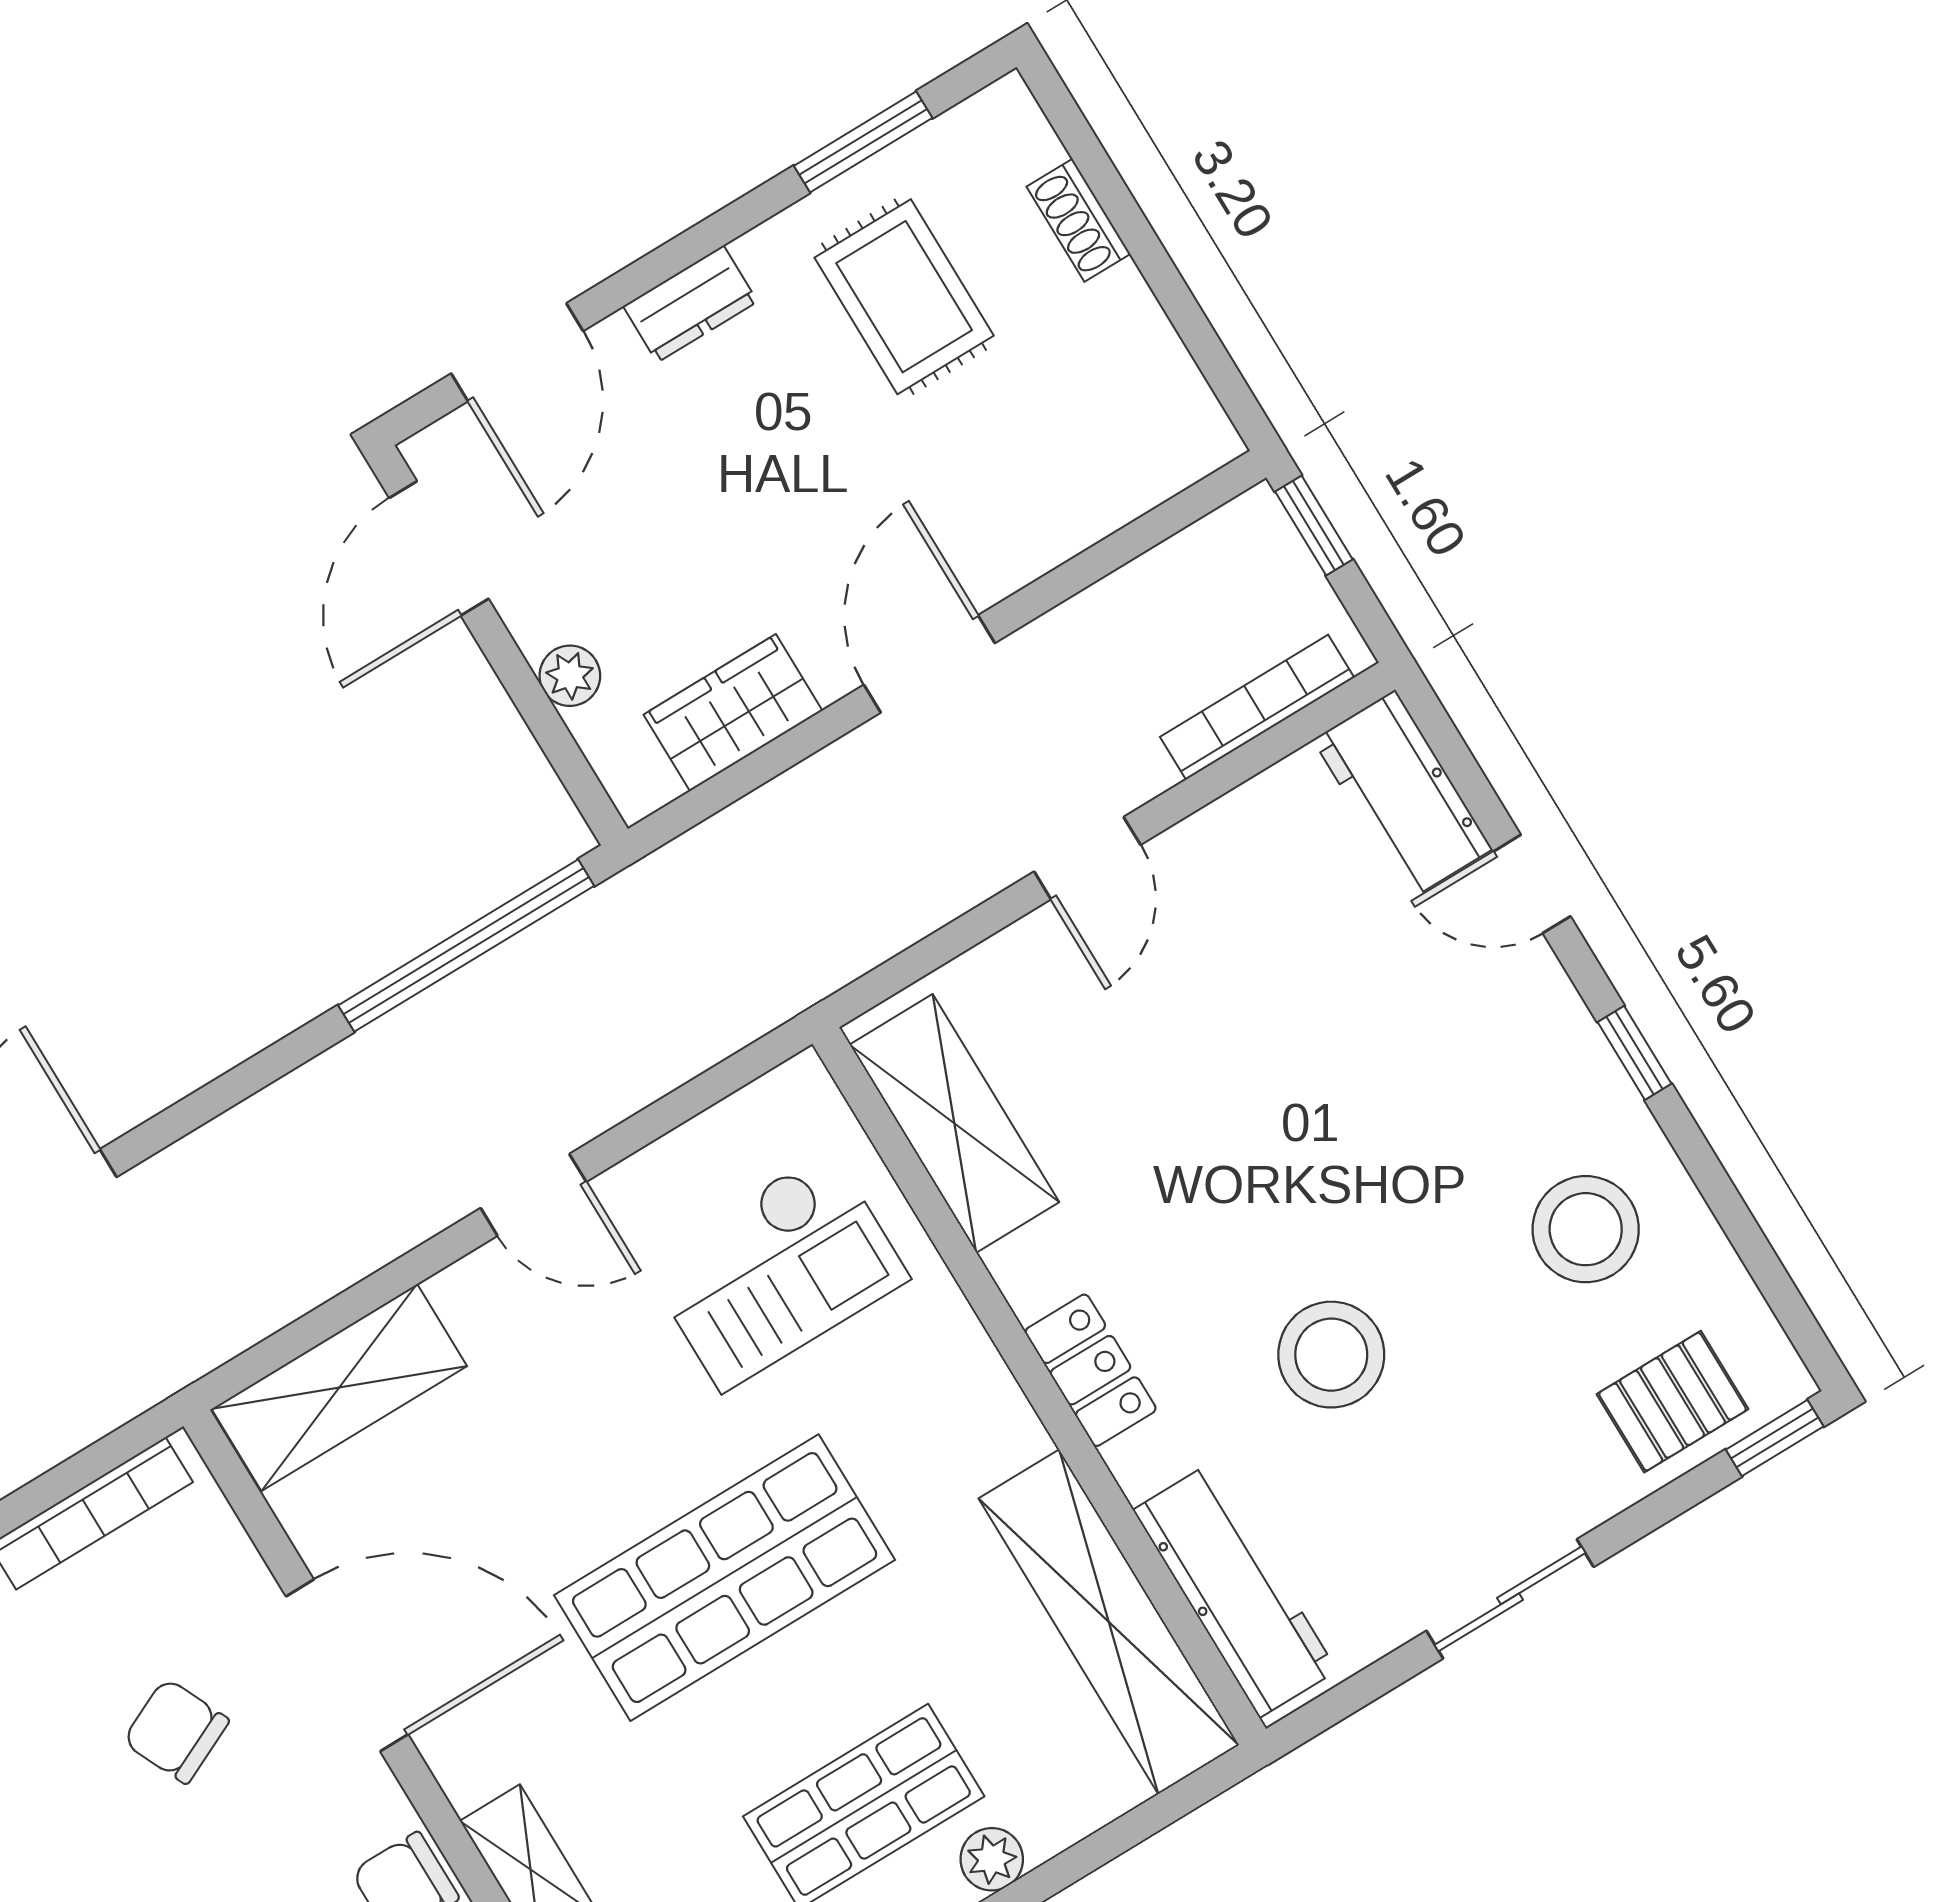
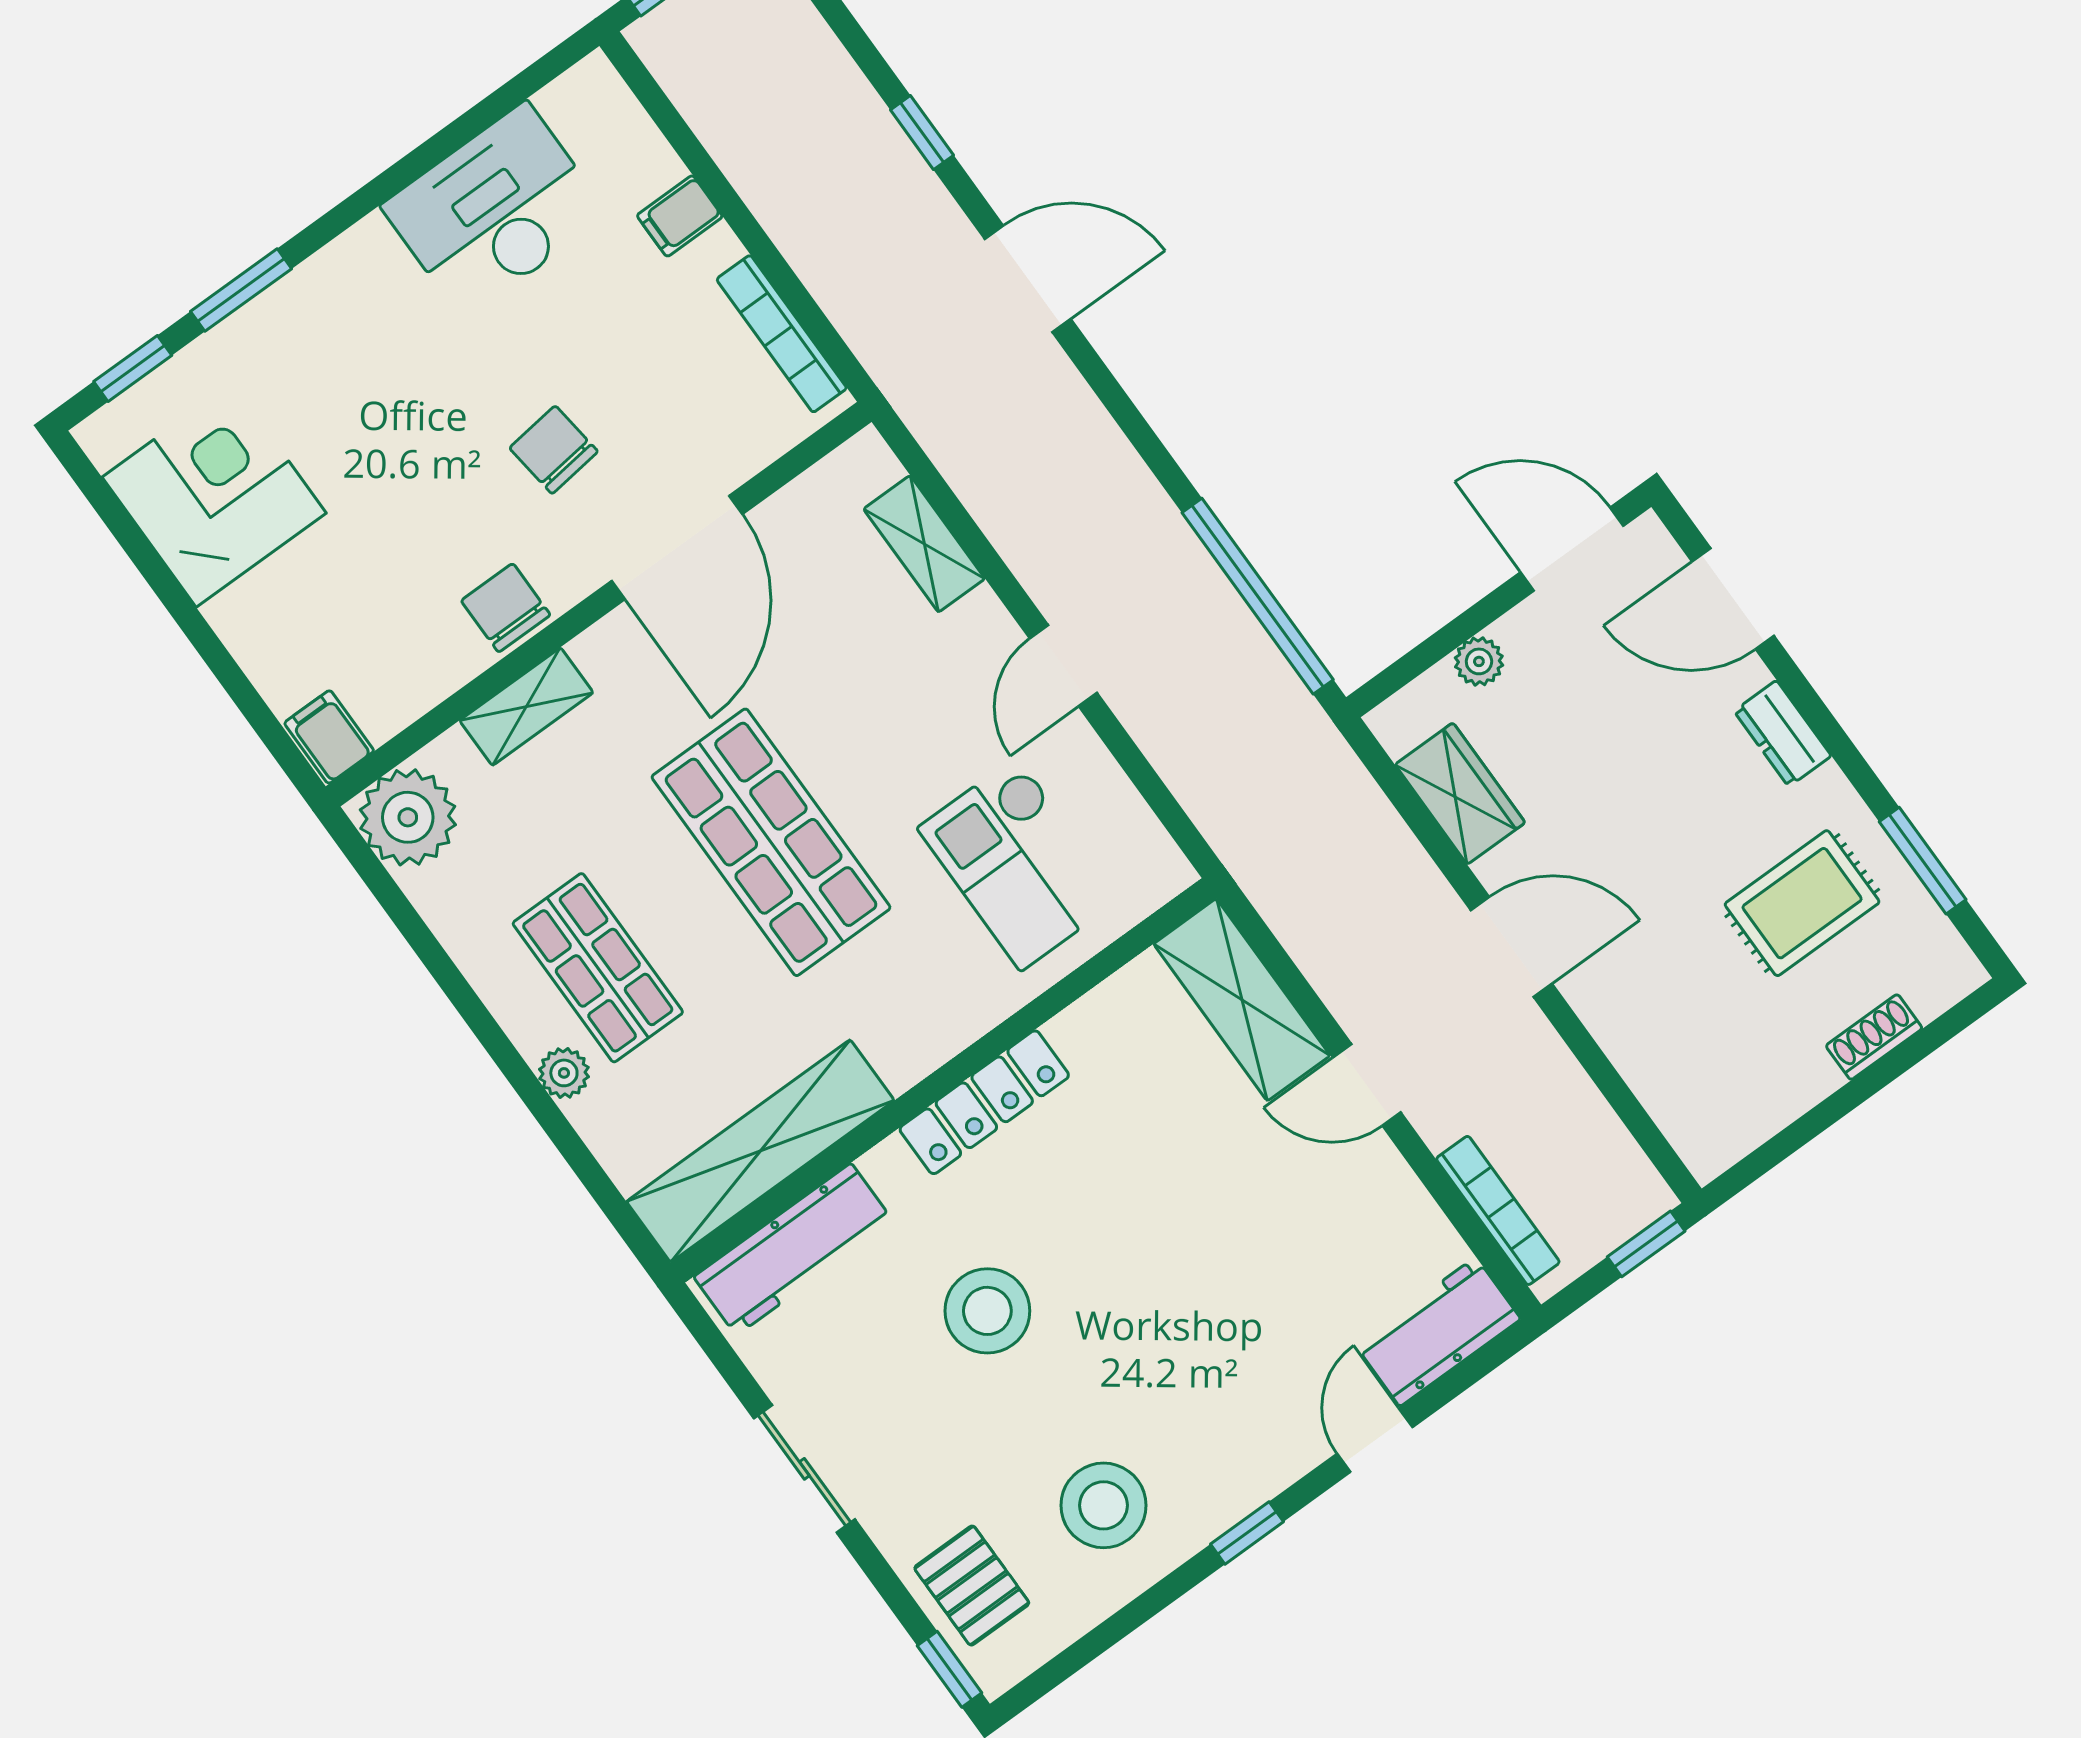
shelving: (954, 1123) -> (1242, 1000), moved, turned 90
locker: (1090, 1370) -> (984, 1102), width x1.53
shelving: (339, 1387) -> (924, 544), width x0.67, depth x0.75
chair: (176, 1731) -> (554, 450), moved, turned -72

